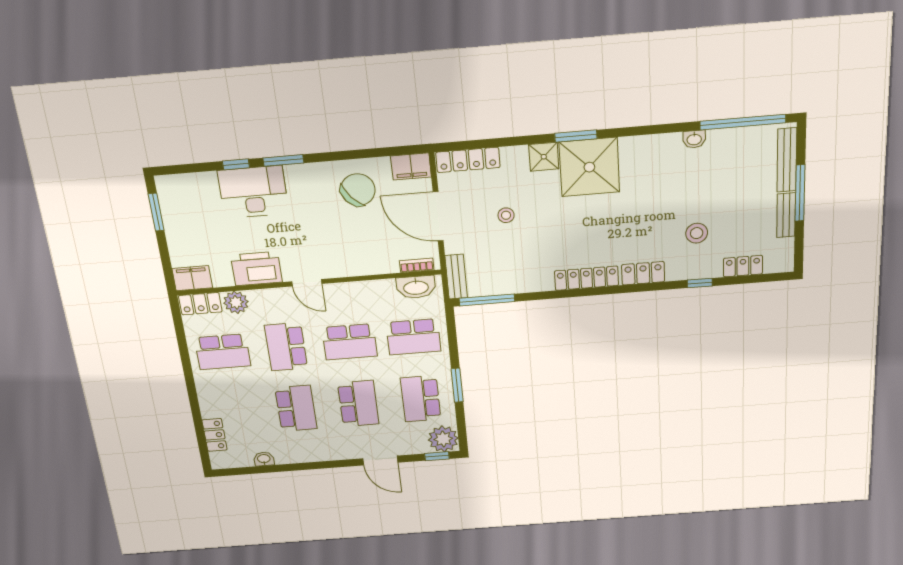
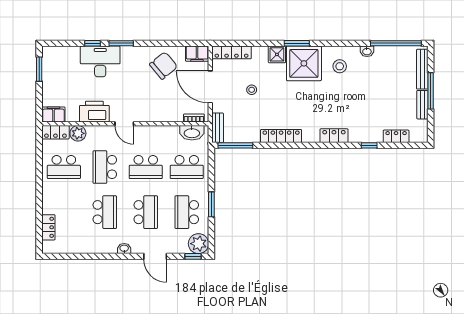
stool: (697, 233) -> (340, 66), moved
locker: (587, 278) -> (281, 136), moved
washbasin: (264, 459) -> (124, 249), moved

